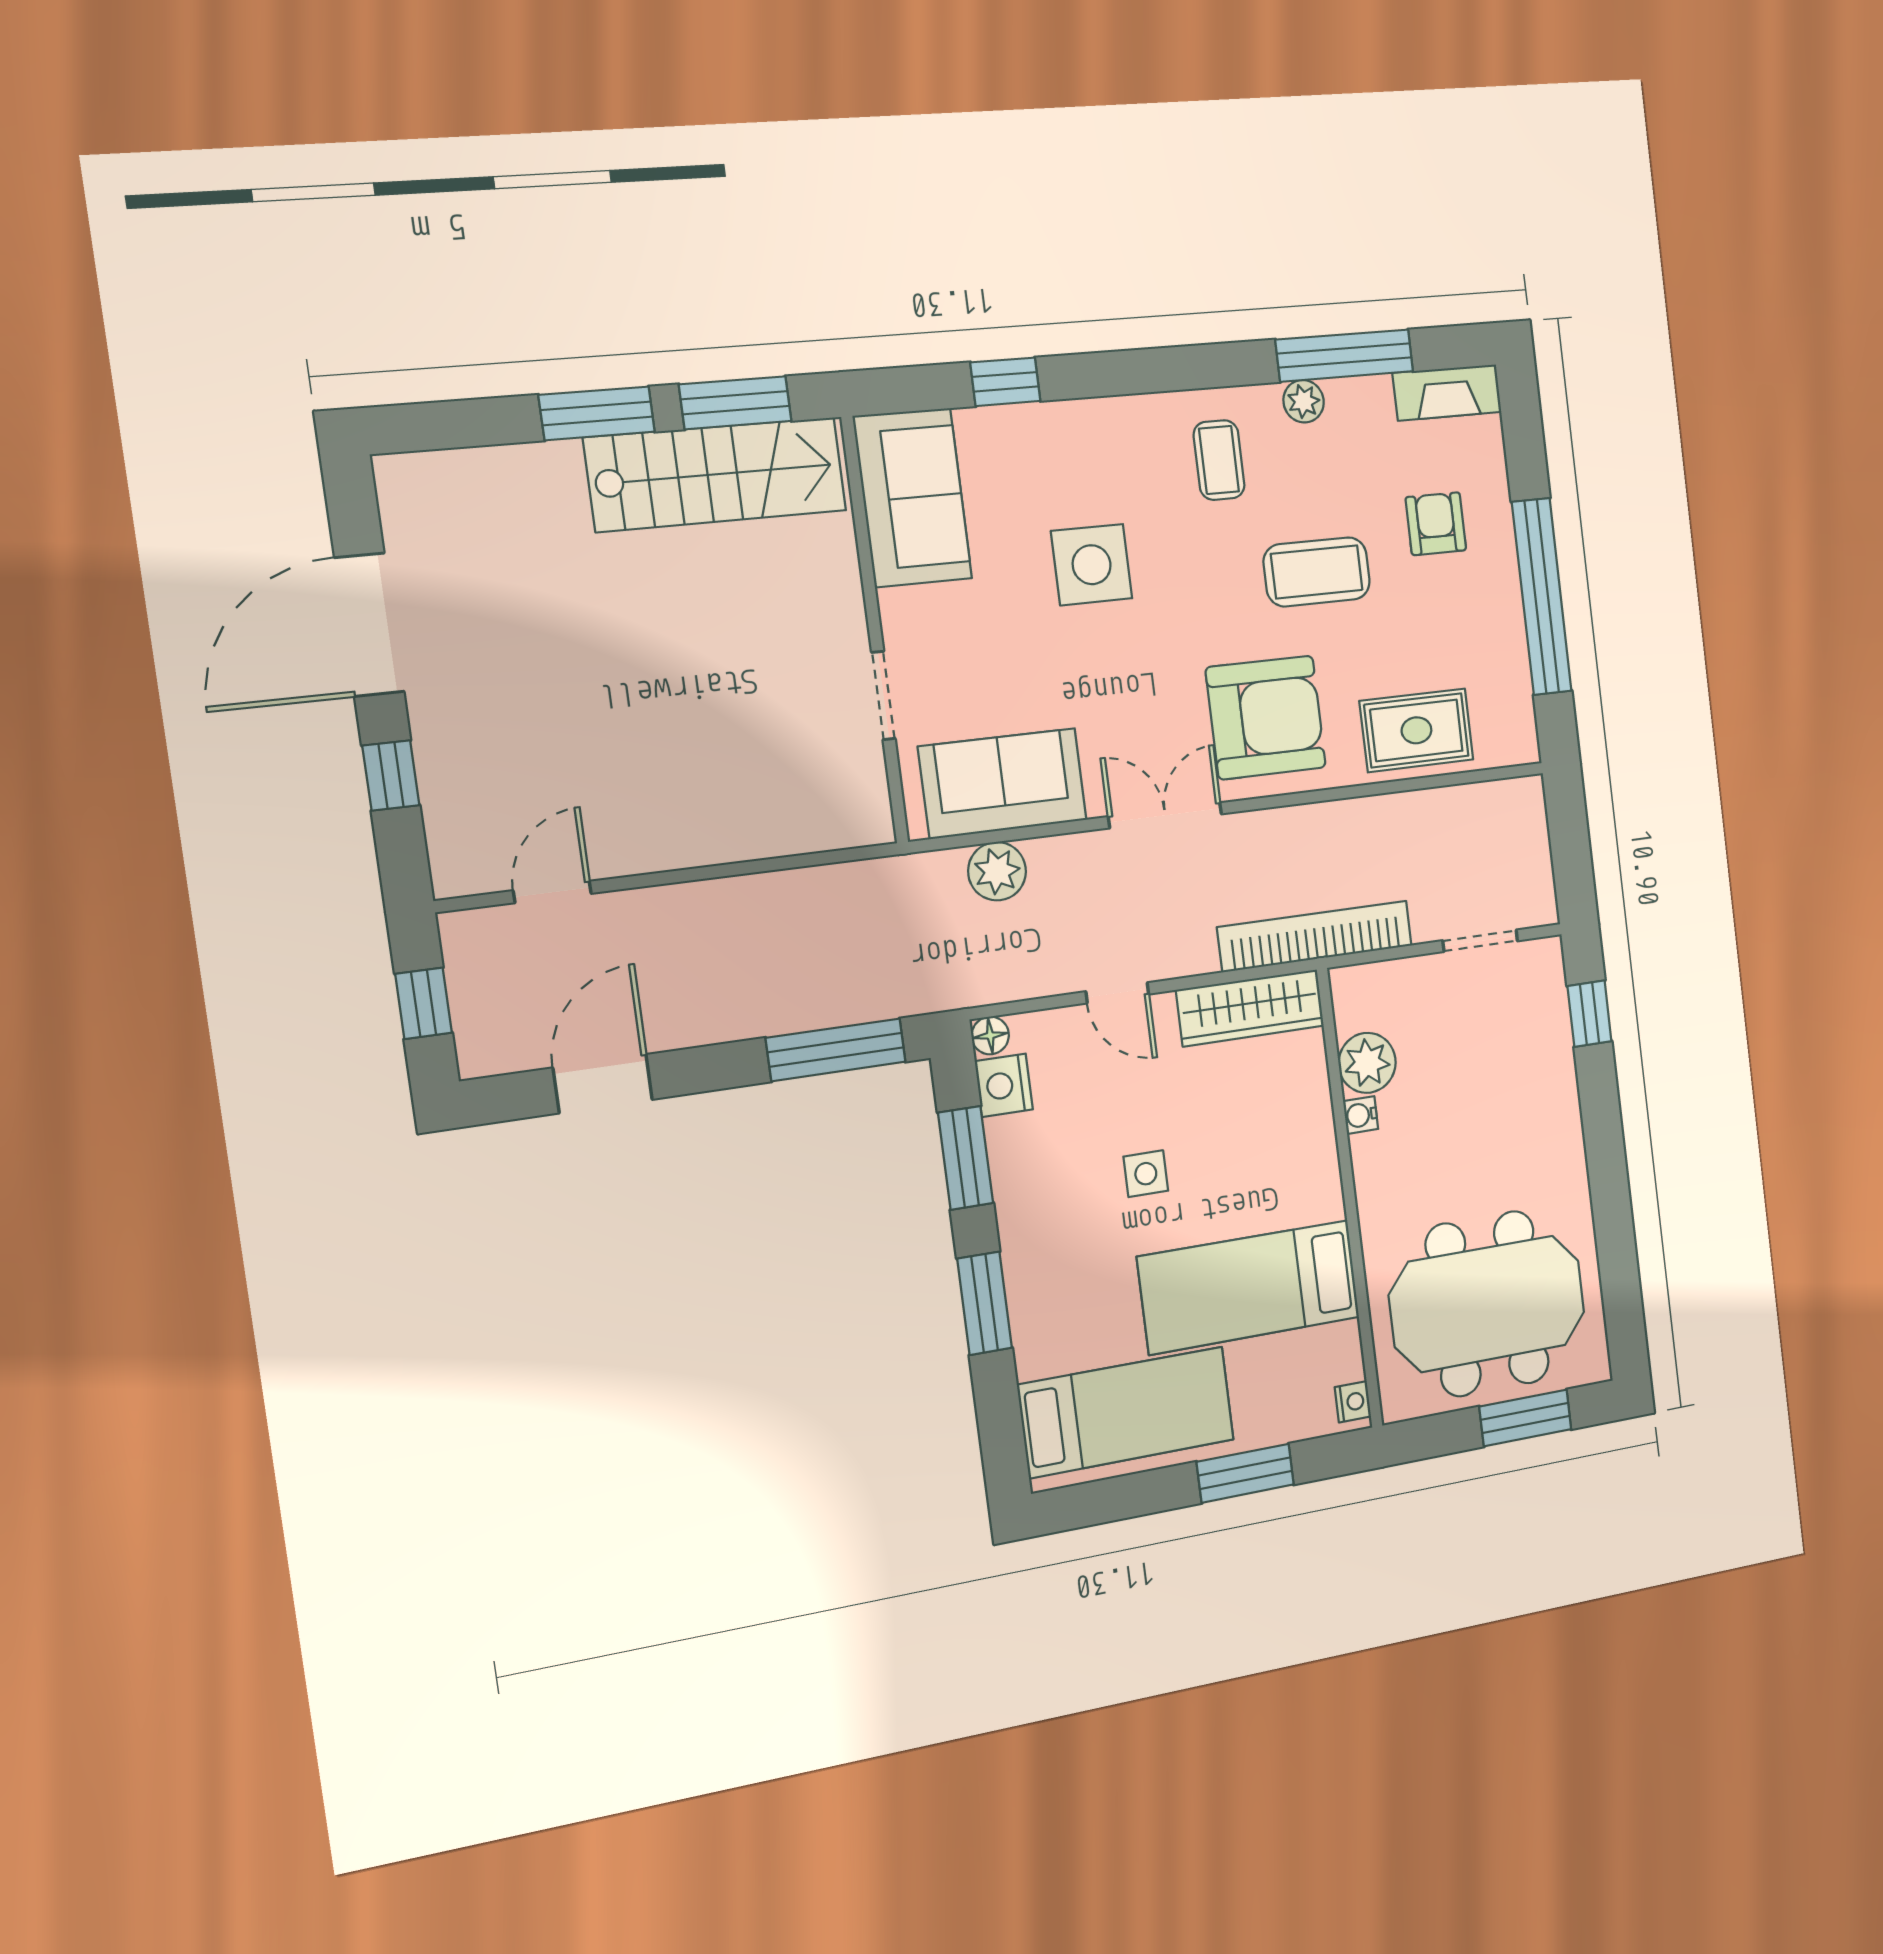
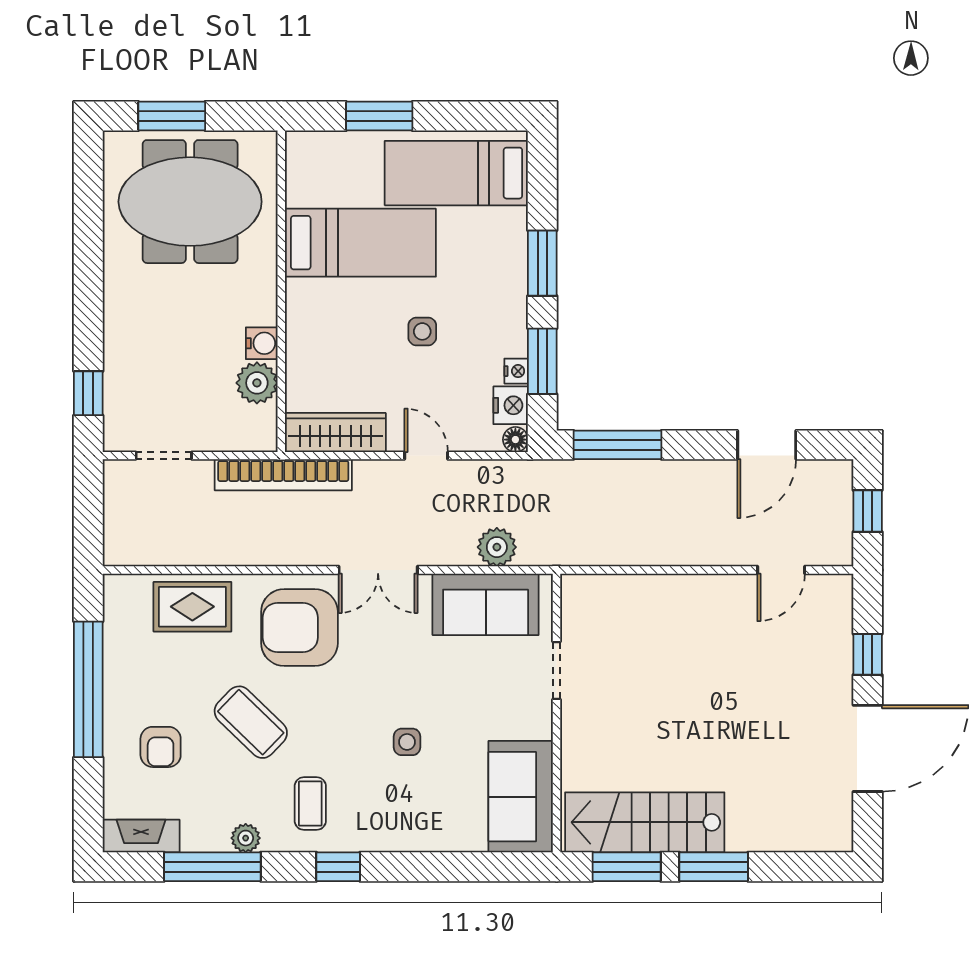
window: (1005, 382) -> (338, 867), moved
side table: (1092, 565) -> (407, 742), width x0.54, depth x0.54
coffee table: (1317, 572) -> (251, 722), turned 44
water cooler: (1361, 1115) -> (262, 343), width x1.38, depth x1.38
nightstand: (1353, 1402) -> (516, 371), moved, turned 180

